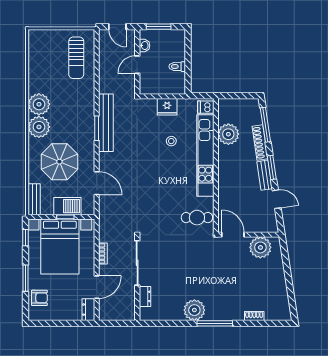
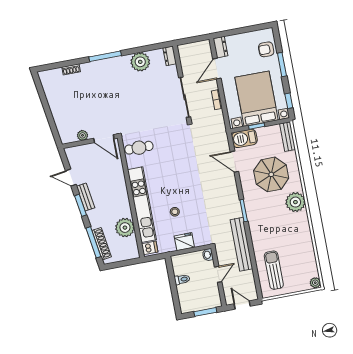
washbasin: (144, 46) -> (208, 255), moved
plant: (39, 104) -> (315, 283), moved, width x0.53, depth x0.53
bench: (106, 123) -> (241, 244), moved
shoe rack: (260, 143) -> (102, 244), moved
barbecue: (67, 206) -> (244, 138), moved
plant: (260, 247) -> (82, 135), width x0.53, depth x0.53
dresser: (145, 296) -> (170, 56), moved
plant: (194, 310) -> (140, 62), moved

